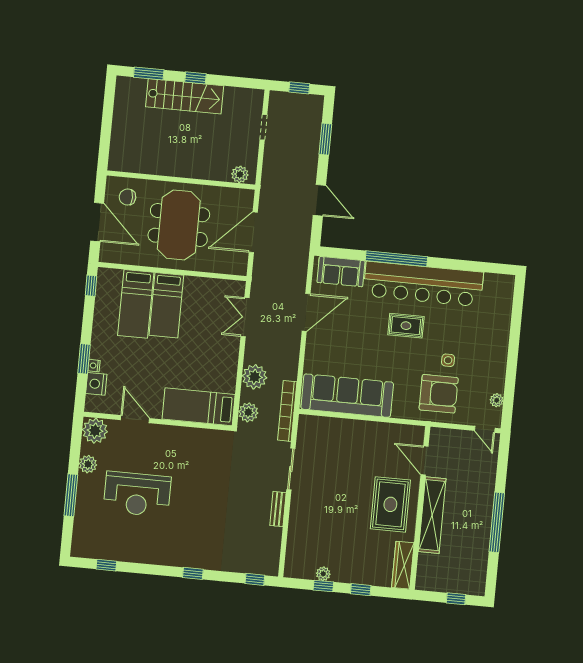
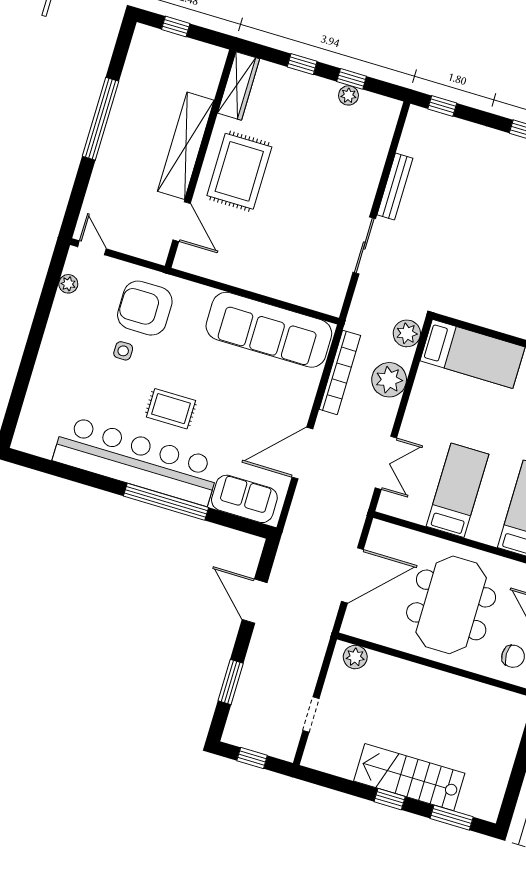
bed: (166, 305) -> (458, 490), moved
bookcase: (287, 411) -> (340, 372), moved
bench: (278, 509) -> (395, 187), width x1.36

